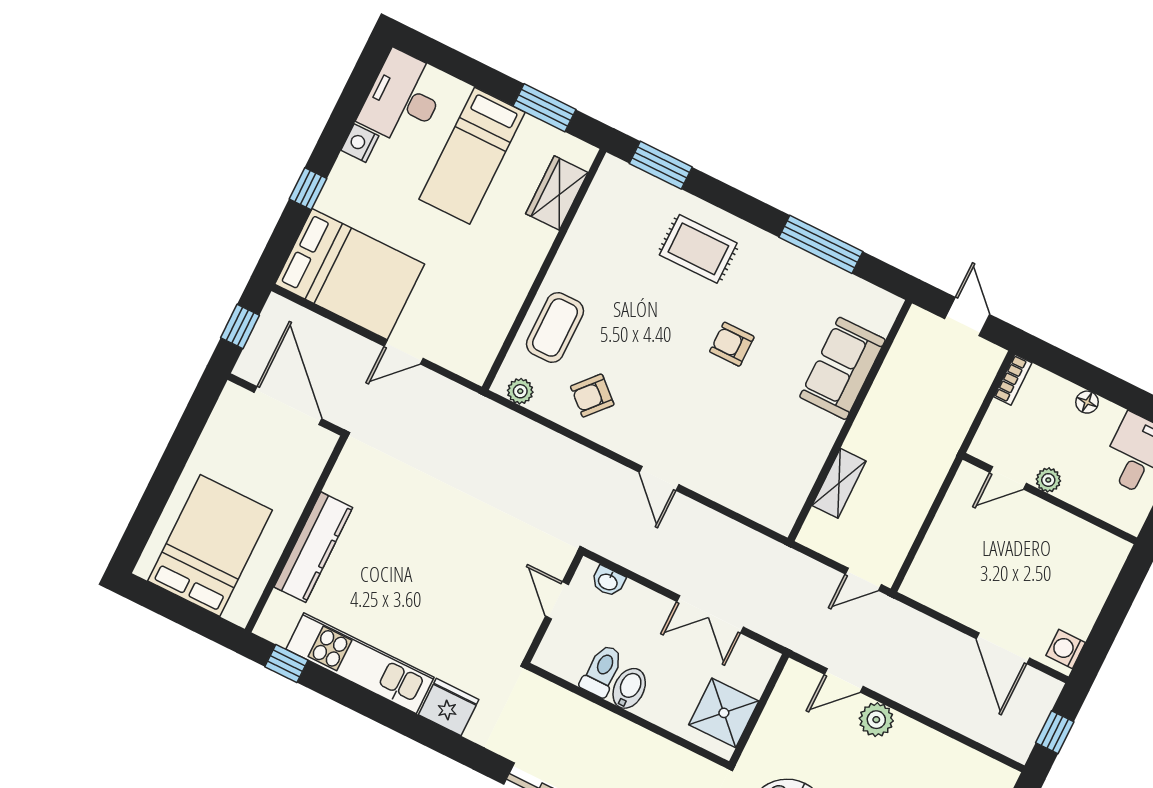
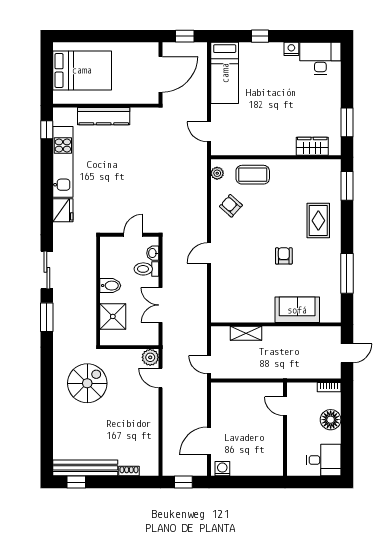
bed: (472, 156) -> (310, 101), removed
bed: (350, 274) -> (225, 73), width x0.67
door: (404, 352) -> (209, 132), moved
floor lamp: (1087, 402) -> (331, 420), width x1.89, depth x1.89
plant: (1048, 480) -> (293, 424), removed
toilet: (602, 671) -> (146, 269), moved, turned 180
shower: (724, 713) -> (113, 316), moved
plant: (876, 720) -> (150, 357), moved

